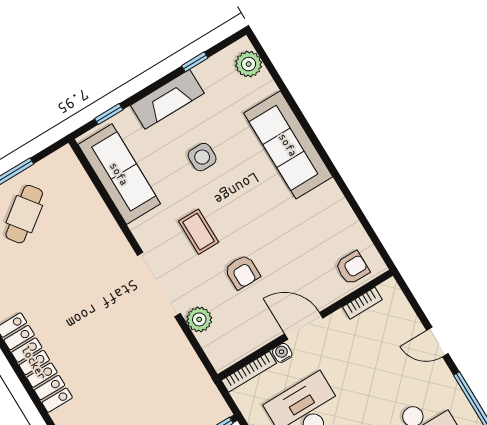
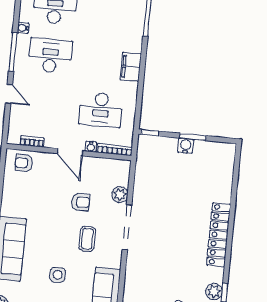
armchair: (242, 272) -> (80, 202), turned 90

